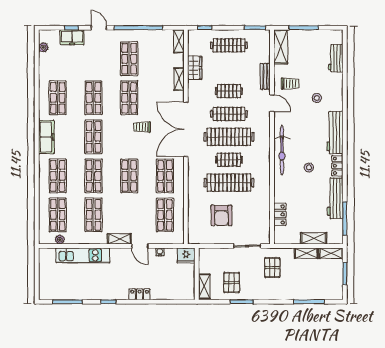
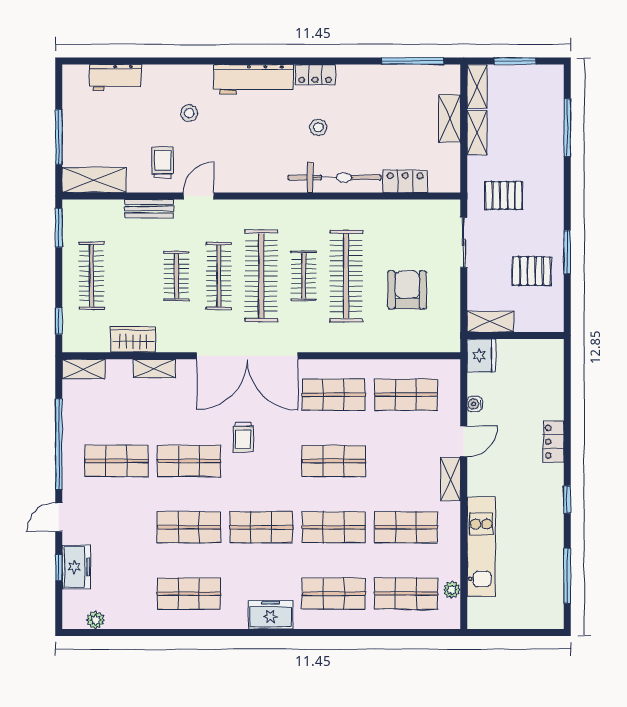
freezer: (46, 137) -> (271, 615), width x0.71
bicycle: (282, 150) -> (335, 178), moved
workbench: (335, 198) -> (375, 79), removed
armchair: (221, 215) -> (407, 290), turned -90
shelving: (204, 286) -> (490, 322), moved

